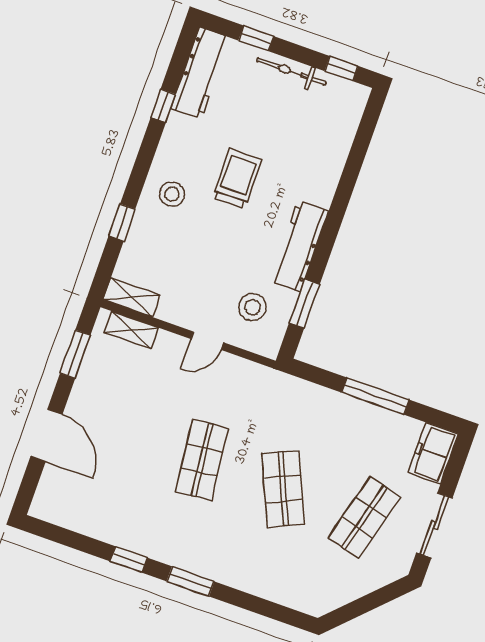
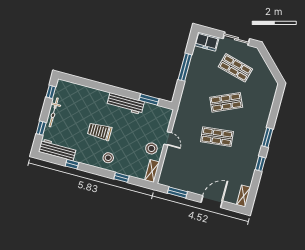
stool: (252, 307) -> (151, 148), moved
shelving: (131, 330) -> (243, 196), moved

